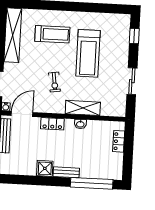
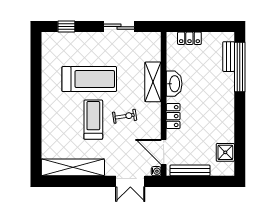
treadmill: (52, 34) -> (93, 120), moved
washbasin: (80, 124) -> (174, 84), width x1.91, depth x1.45
shower: (45, 168) -> (225, 152), moved
bench: (66, 172) -> (229, 57), moved

